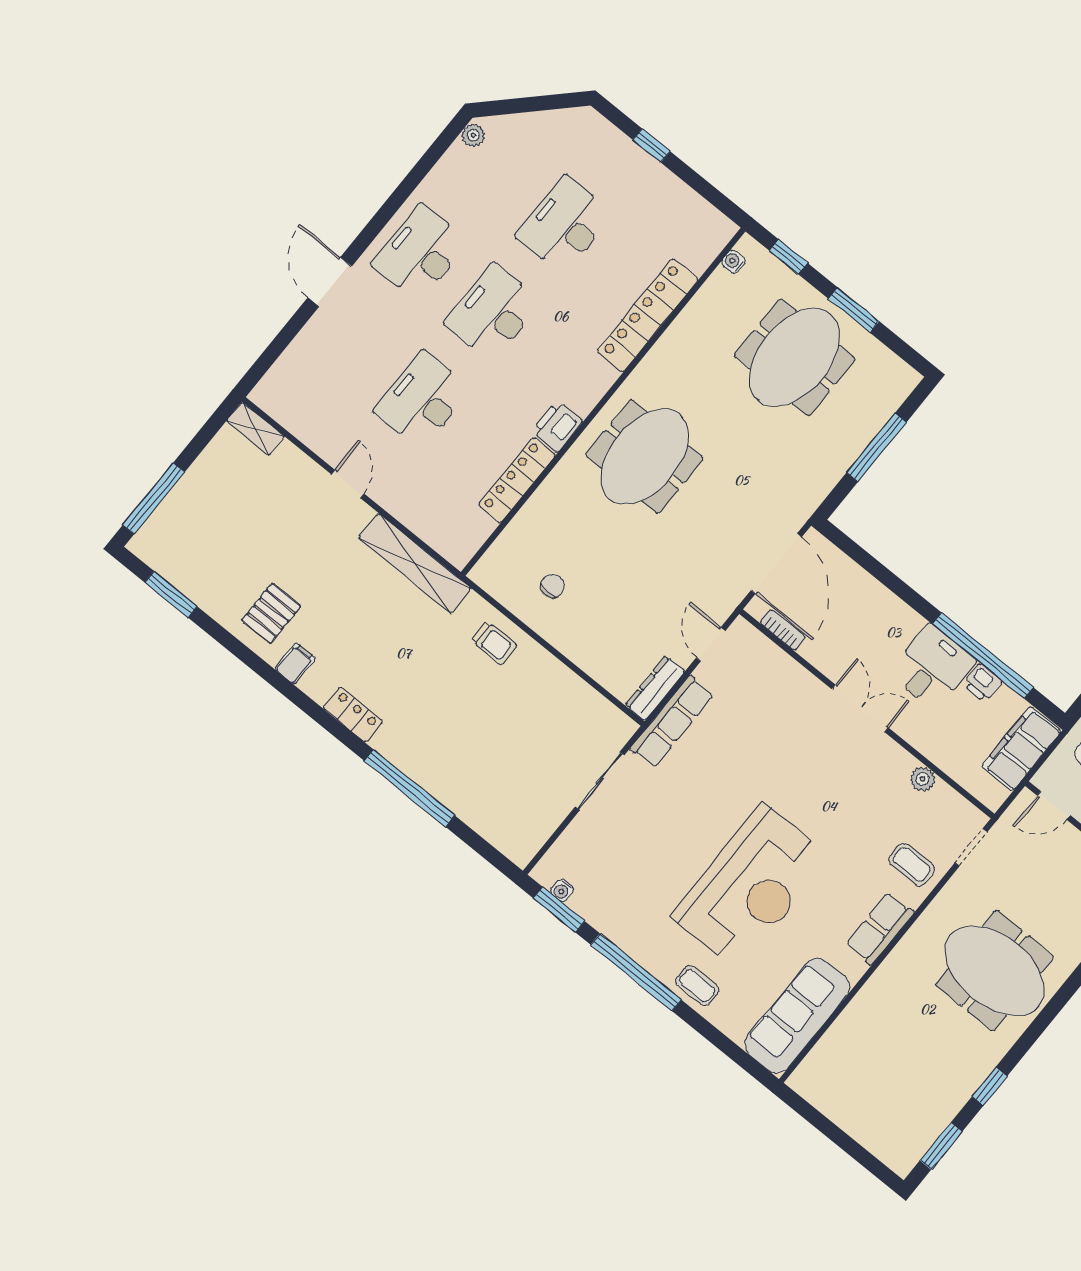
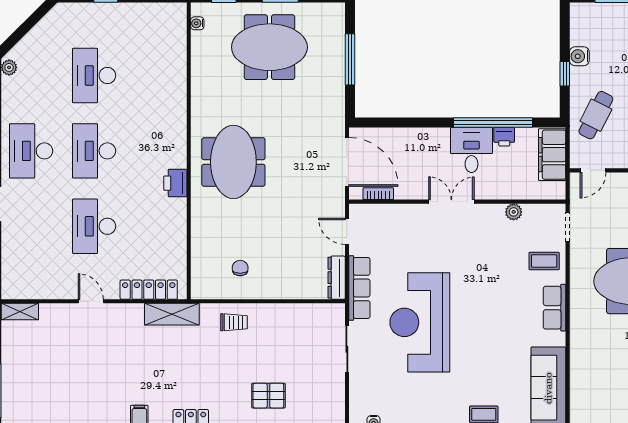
locker: (648, 315) -> (175, 87), removed
meeting table: (795, 357) -> (269, 47), turned 90
locker: (517, 480) -> (149, 290), moved, turned 90
shelving: (415, 563) -> (172, 314), width x0.68
pallet: (271, 613) -> (268, 396), moved, turned 90
reception desk: (751, 887) -> (420, 322), moved, turned 180

